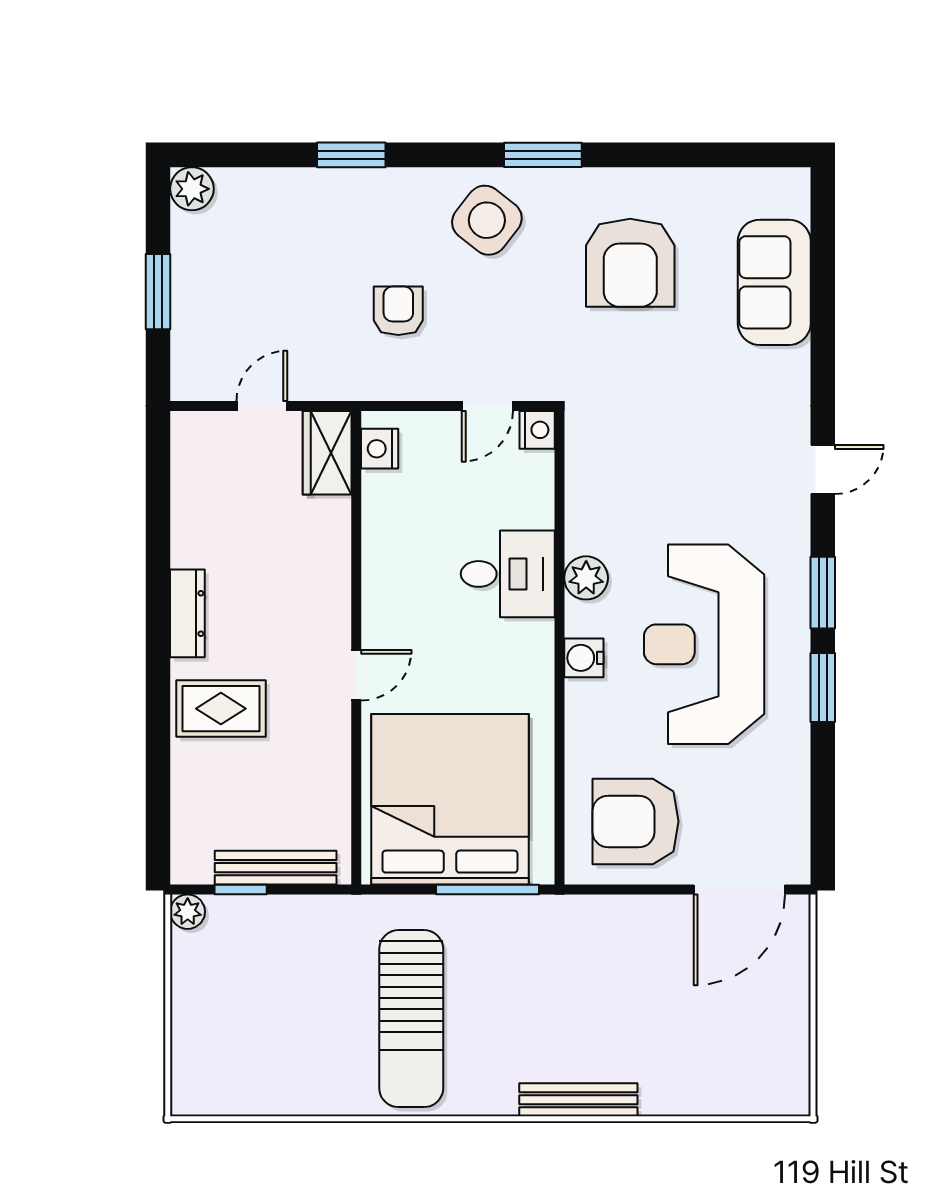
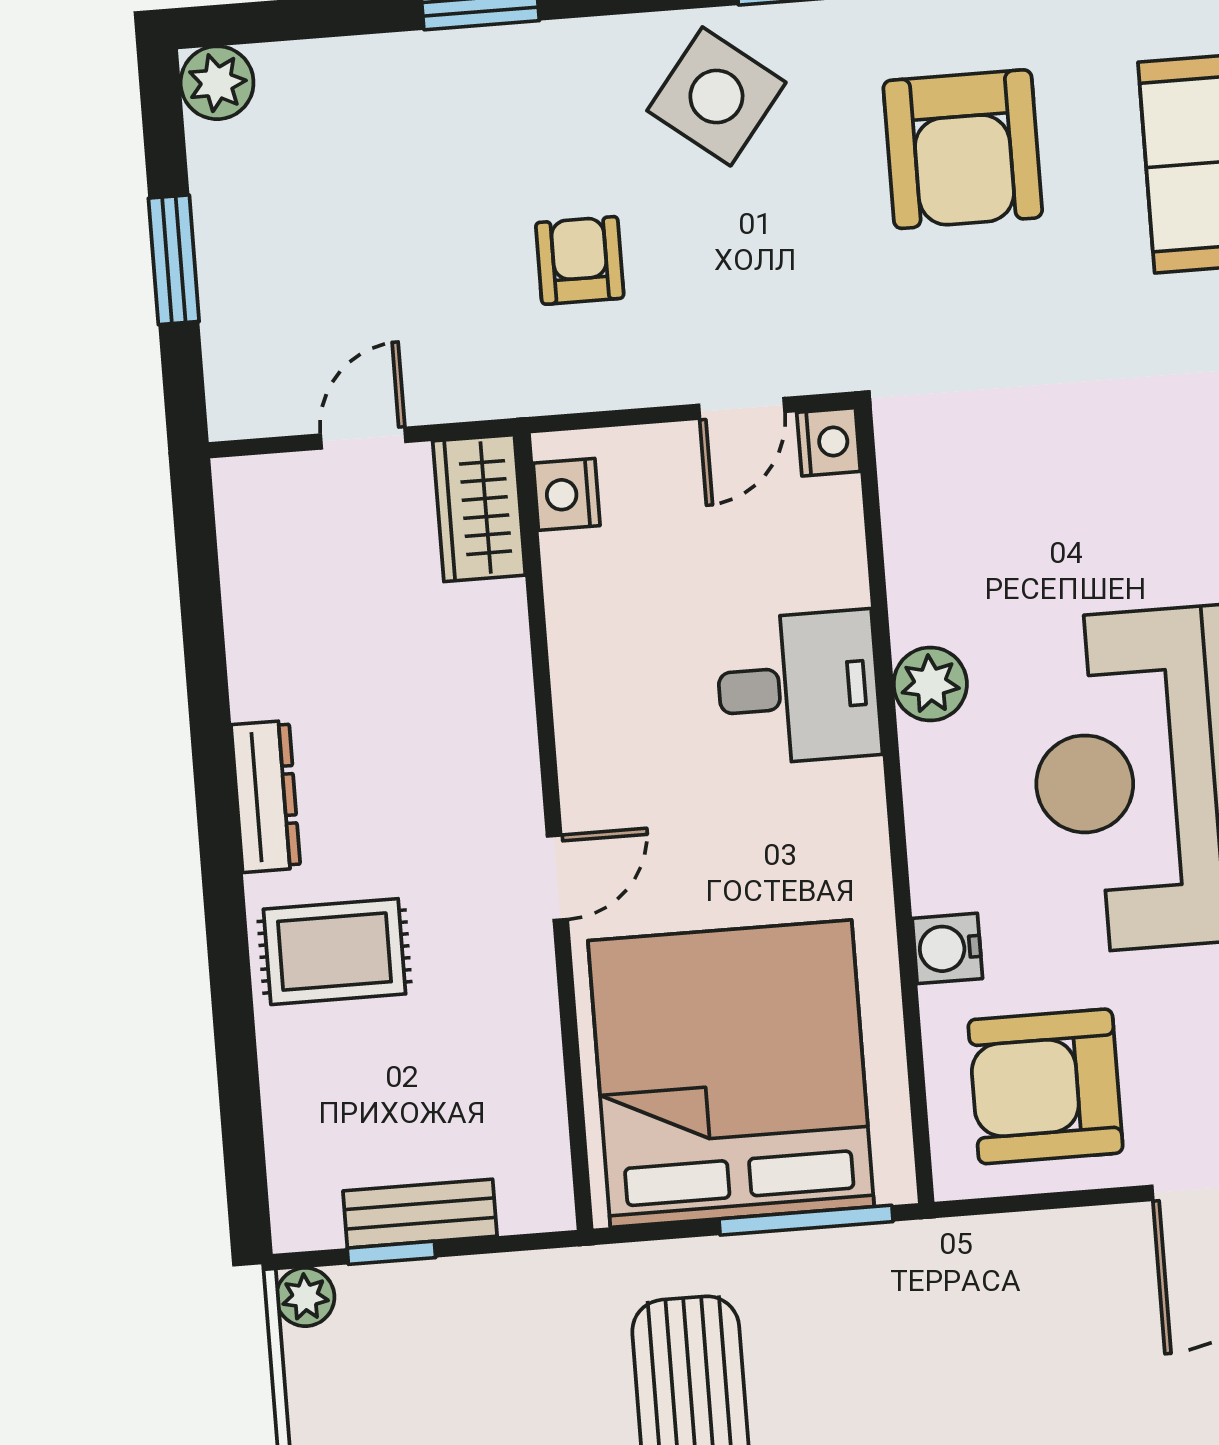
water cooler: (584, 658) -> (947, 948), moved
bench: (276, 868) -> (420, 1214), width x0.73

